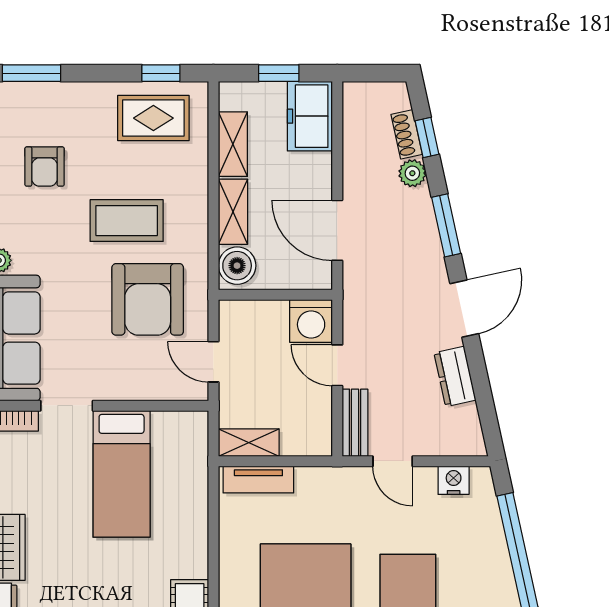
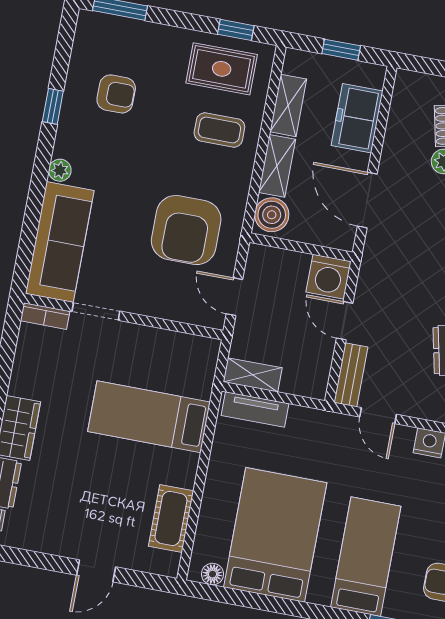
freezer: (310, 116) -> (357, 118), moved
armchair: (45, 167) -> (116, 94), turned -90
coffee table: (127, 221) -> (219, 130), moved, width x0.73, depth x0.77
bed: (122, 474) -> (149, 417), moved, turned 90

